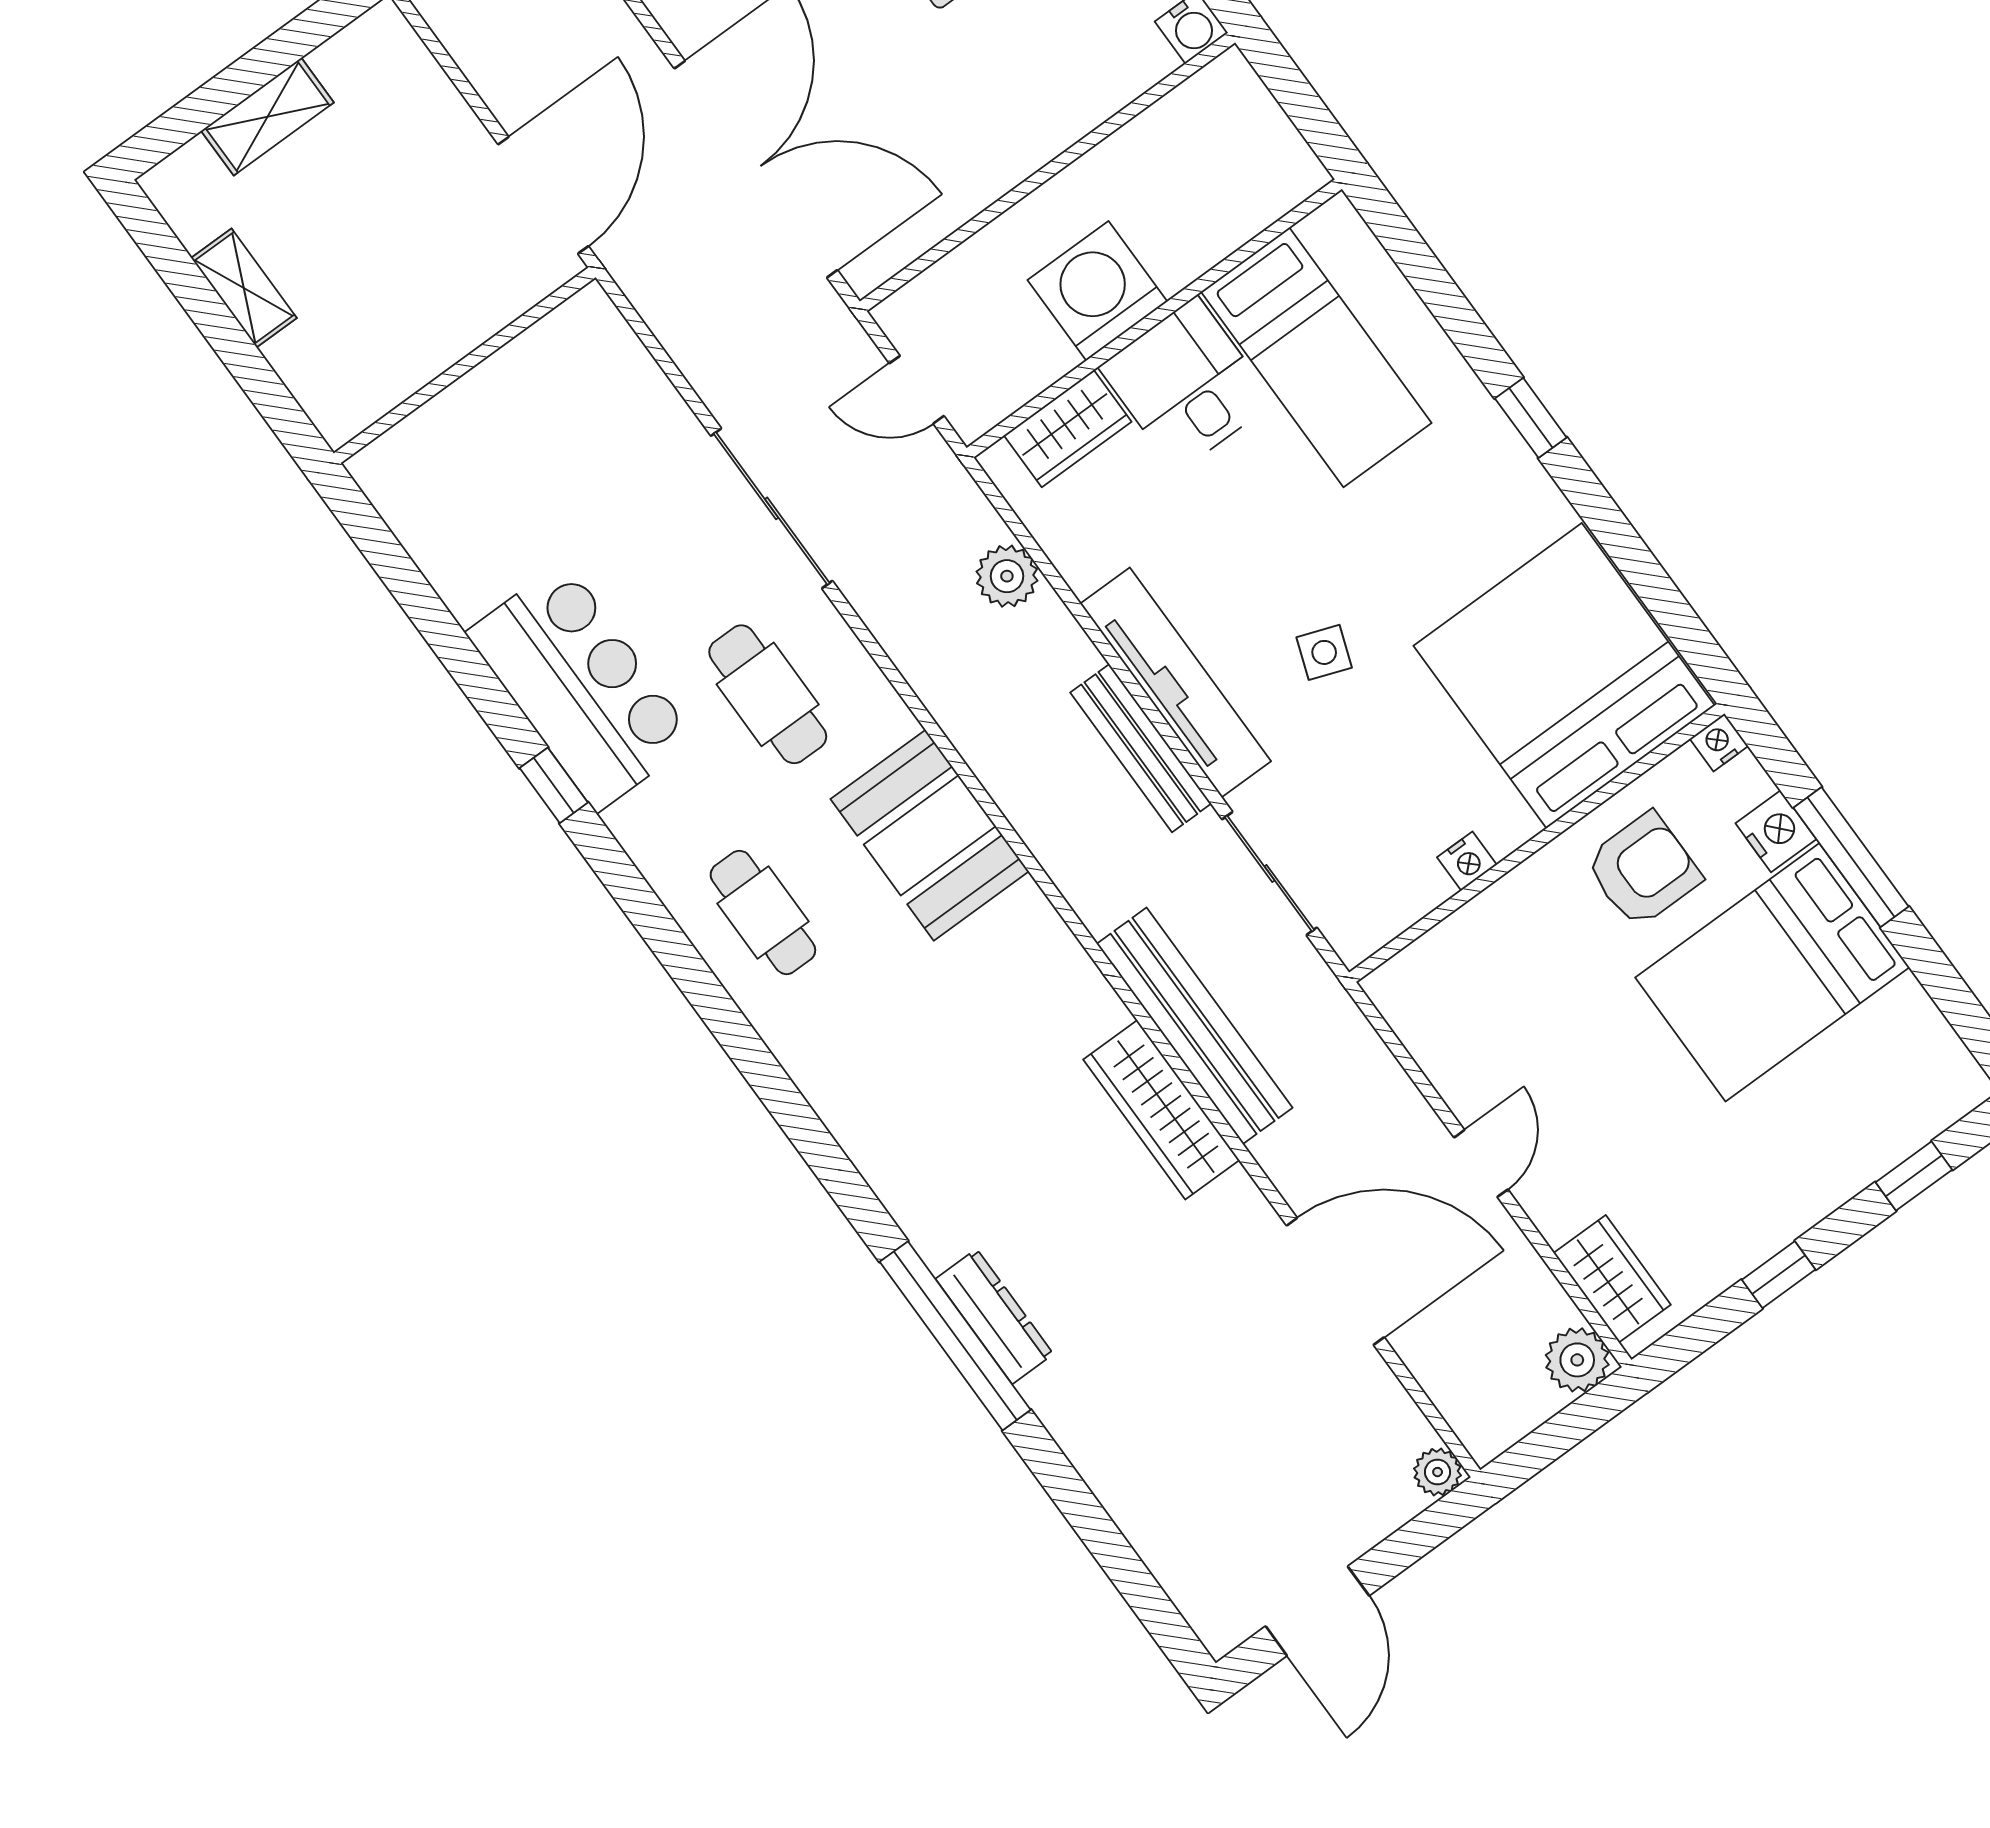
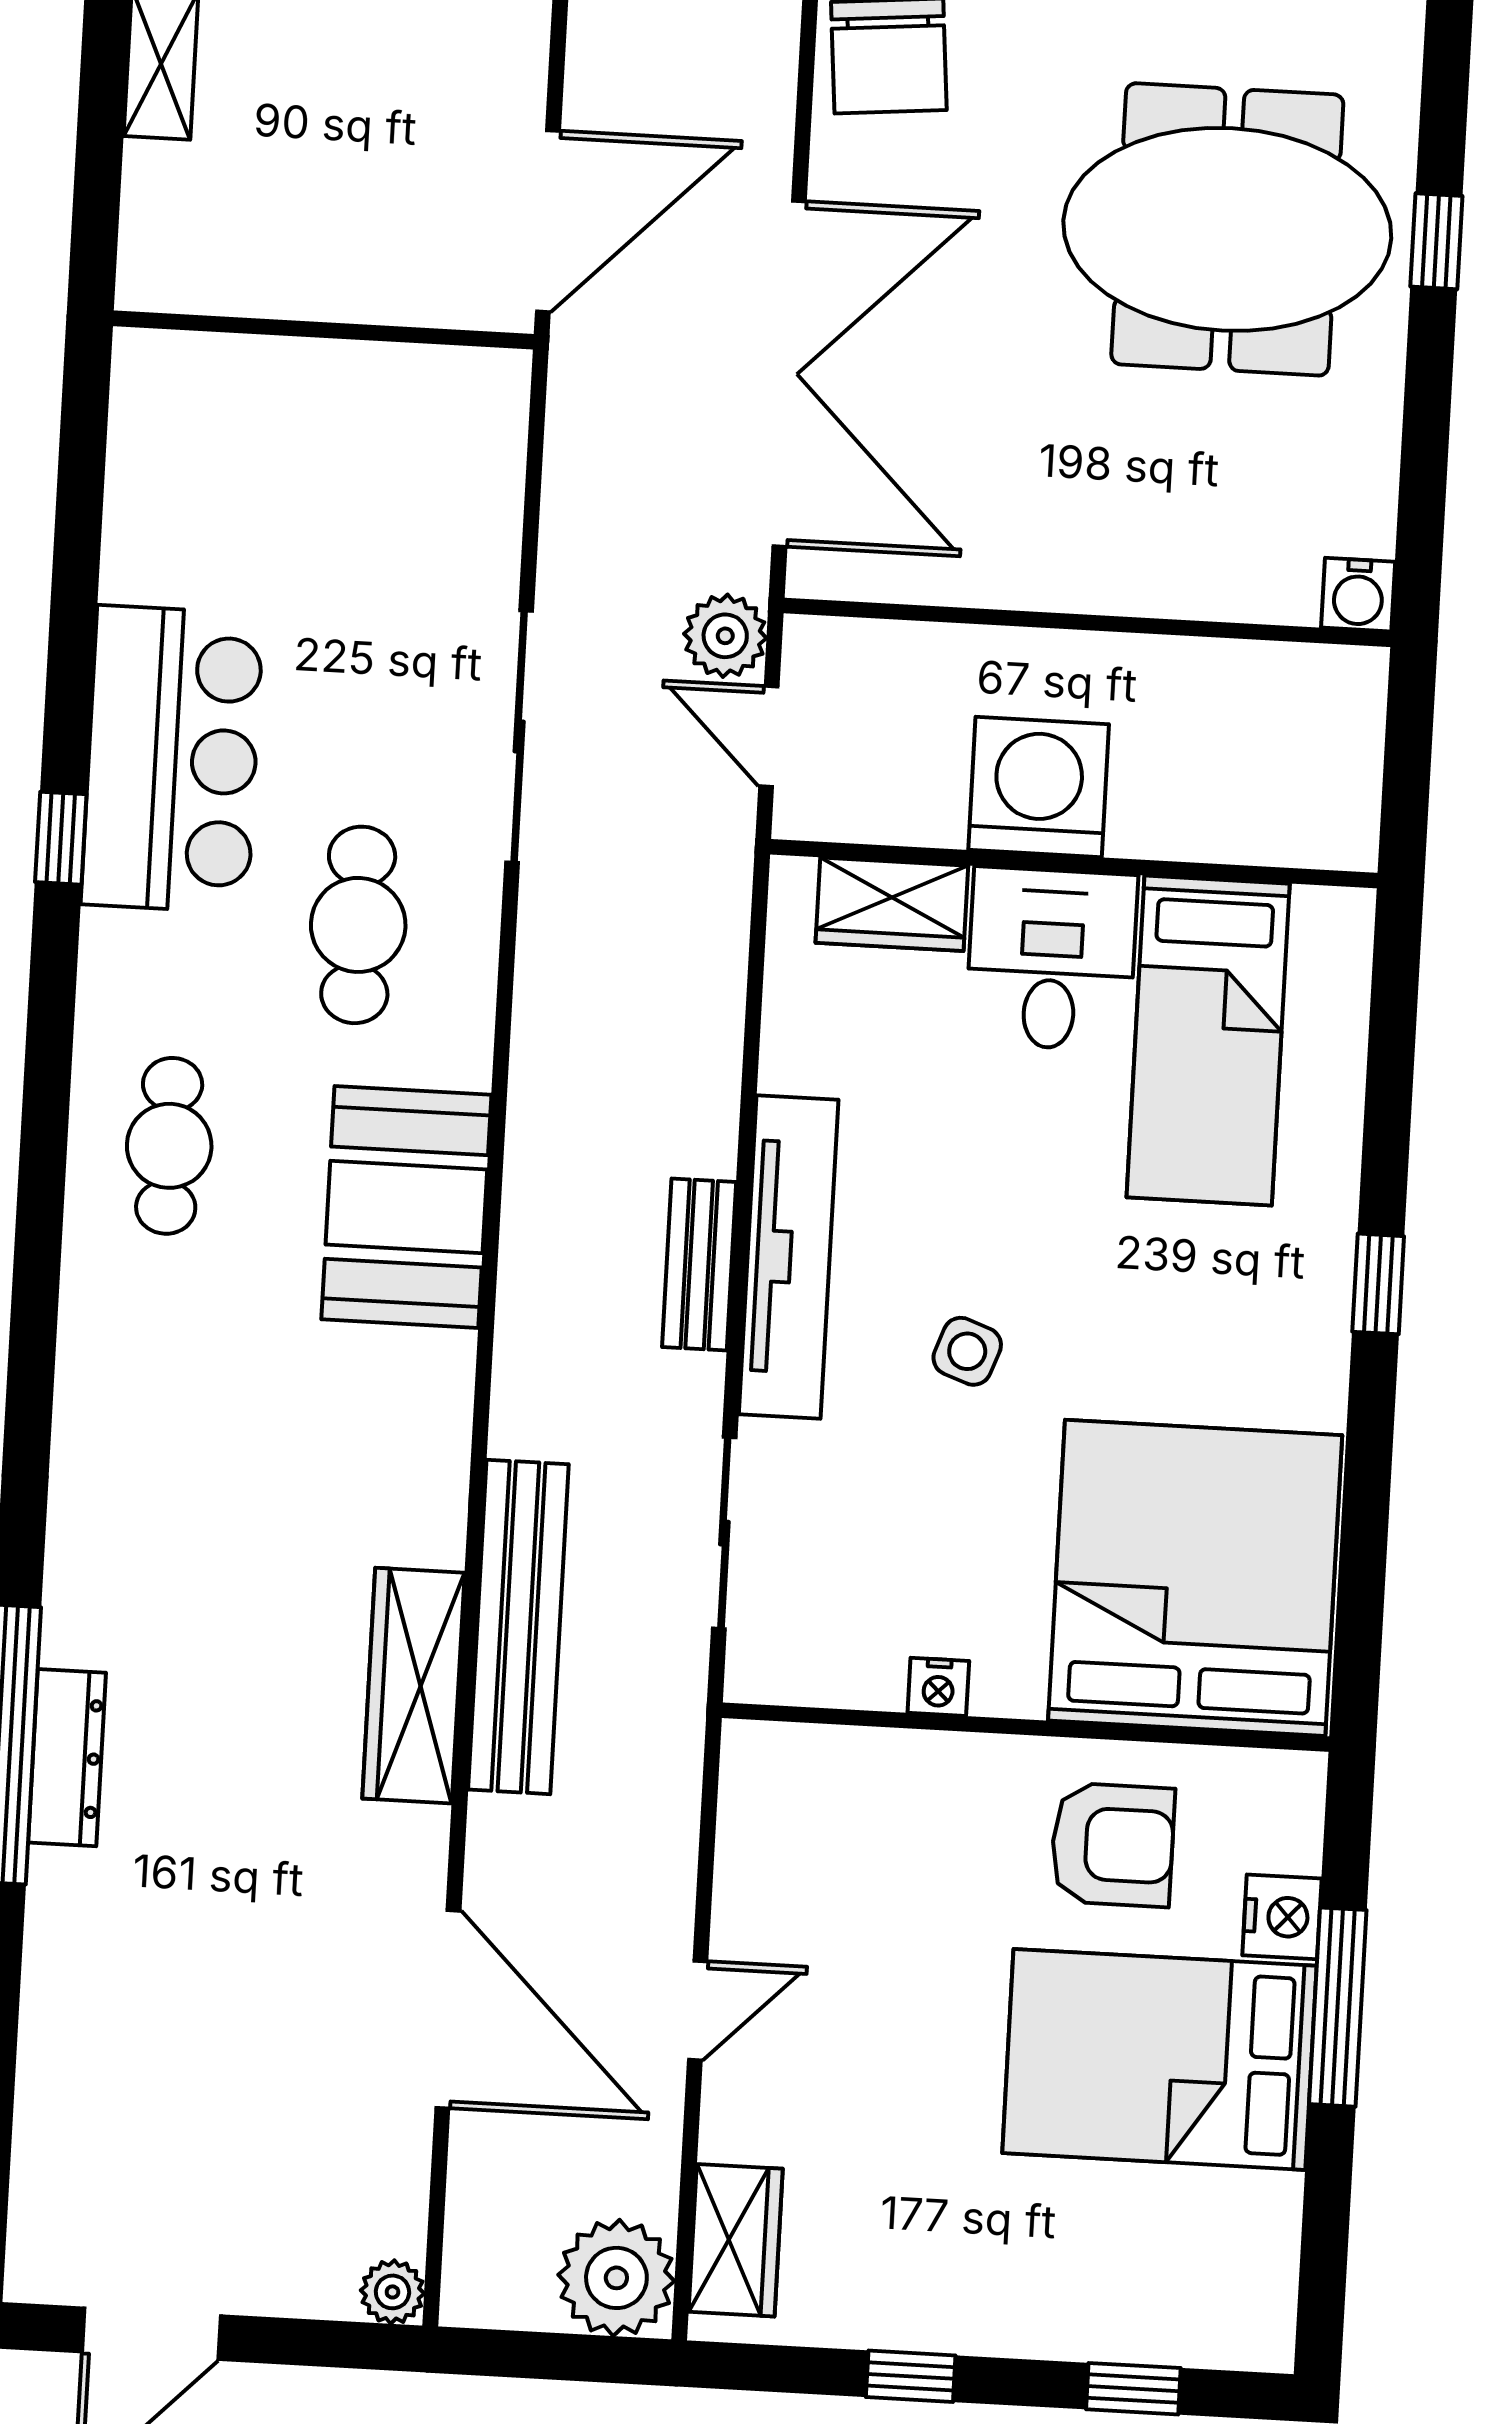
plant: (1007, 576) -> (725, 636), moved
nightstand: (1719, 742) -> (1298, 1777), removed
bench: (1141, 748) -> (699, 1264), width x0.73
plant: (1577, 1360) -> (616, 2278), width x1.36, depth x1.36

